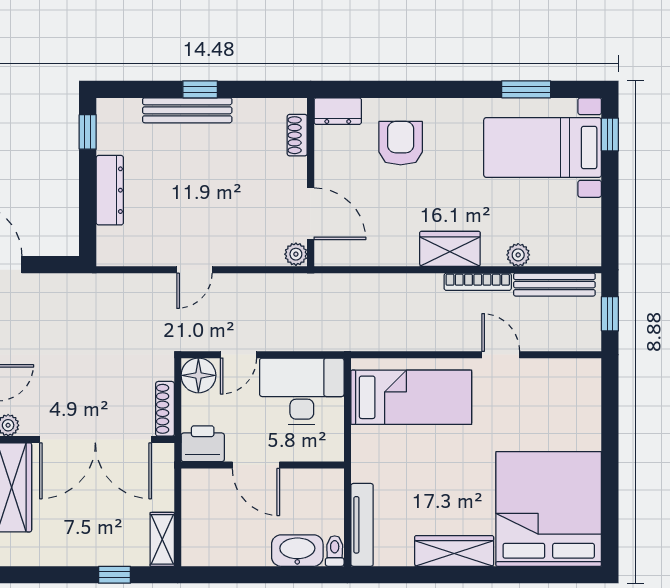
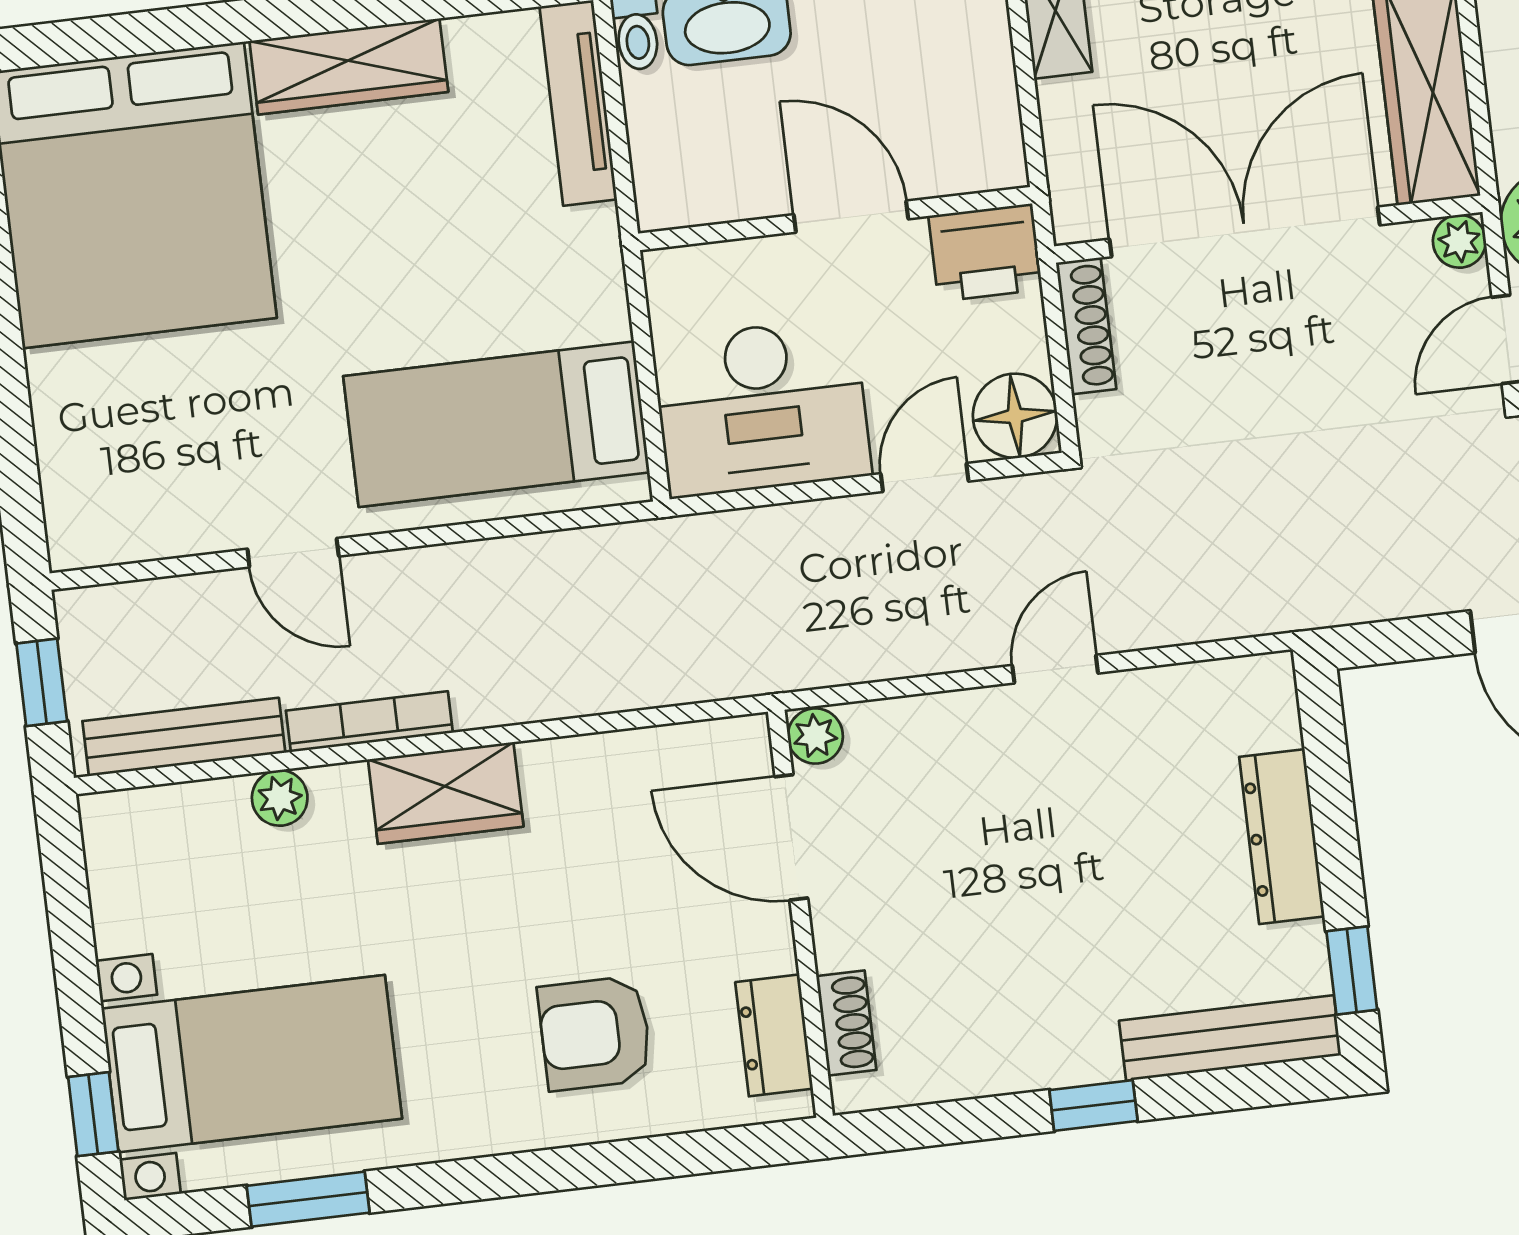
bench: (187, 110) -> (1230, 1038), moved
dresser: (338, 111) -> (774, 1035), moved, turned -90
armchair: (401, 143) -> (595, 1033), turned 90

